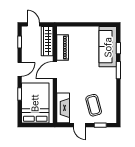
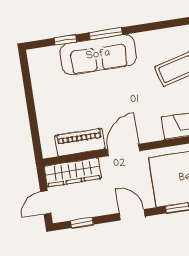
sofa: (108, 47) -> (98, 55), moved
door: (55, 70) -> (124, 150), swing flipped

